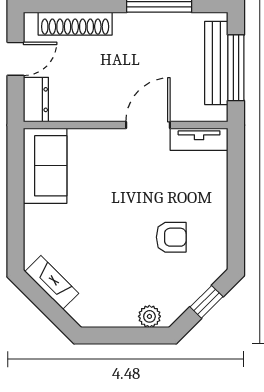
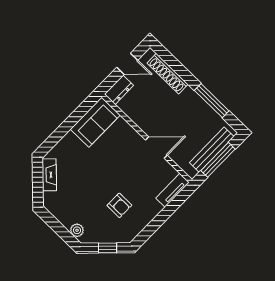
tv unit: (199, 139) -> (173, 190), moved, turned 90

